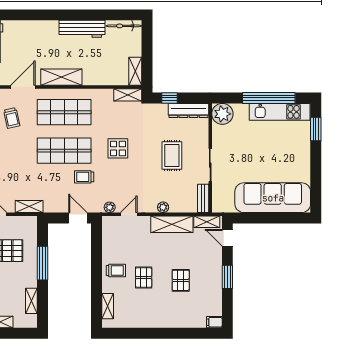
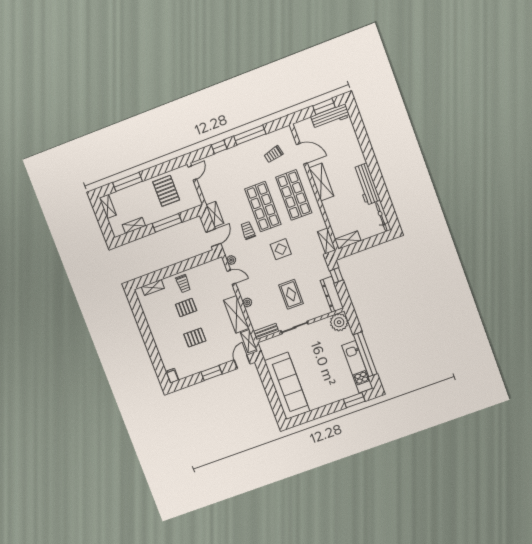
rug: (172, 156) -> (291, 294), turned 90
shelving: (29, 207) -> (215, 214), moved

